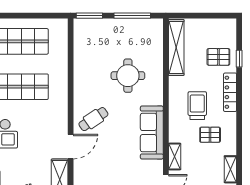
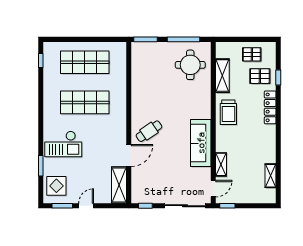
shelving: (176, 47) -> (222, 76), width x0.68
round table: (128, 76) -> (190, 65), moved
trolley: (197, 106) -> (228, 112), moved, turned 180
pallet: (210, 135) -> (252, 54), moved

